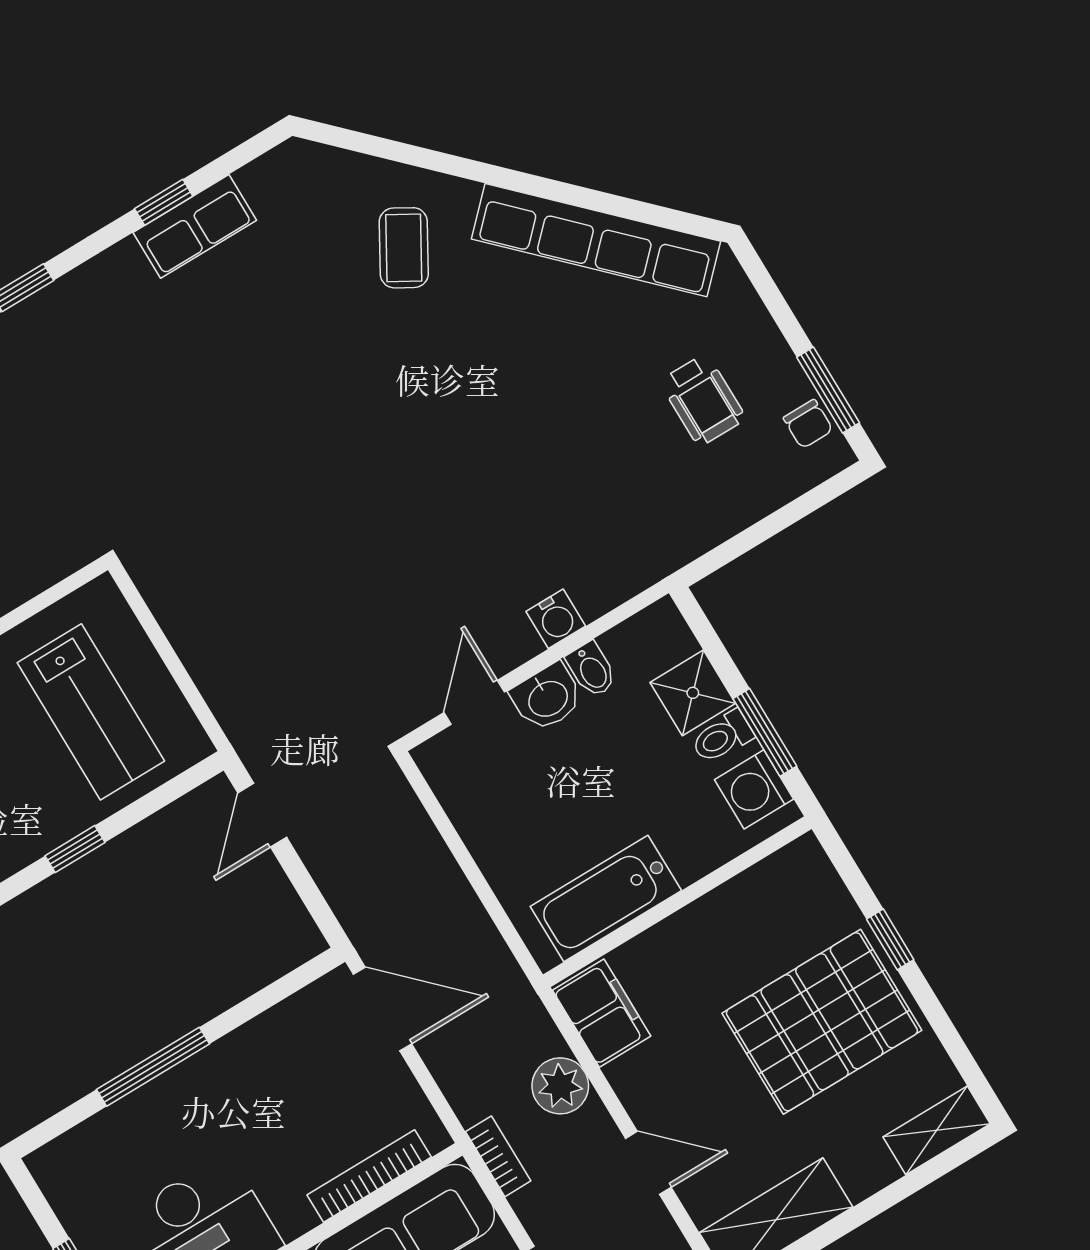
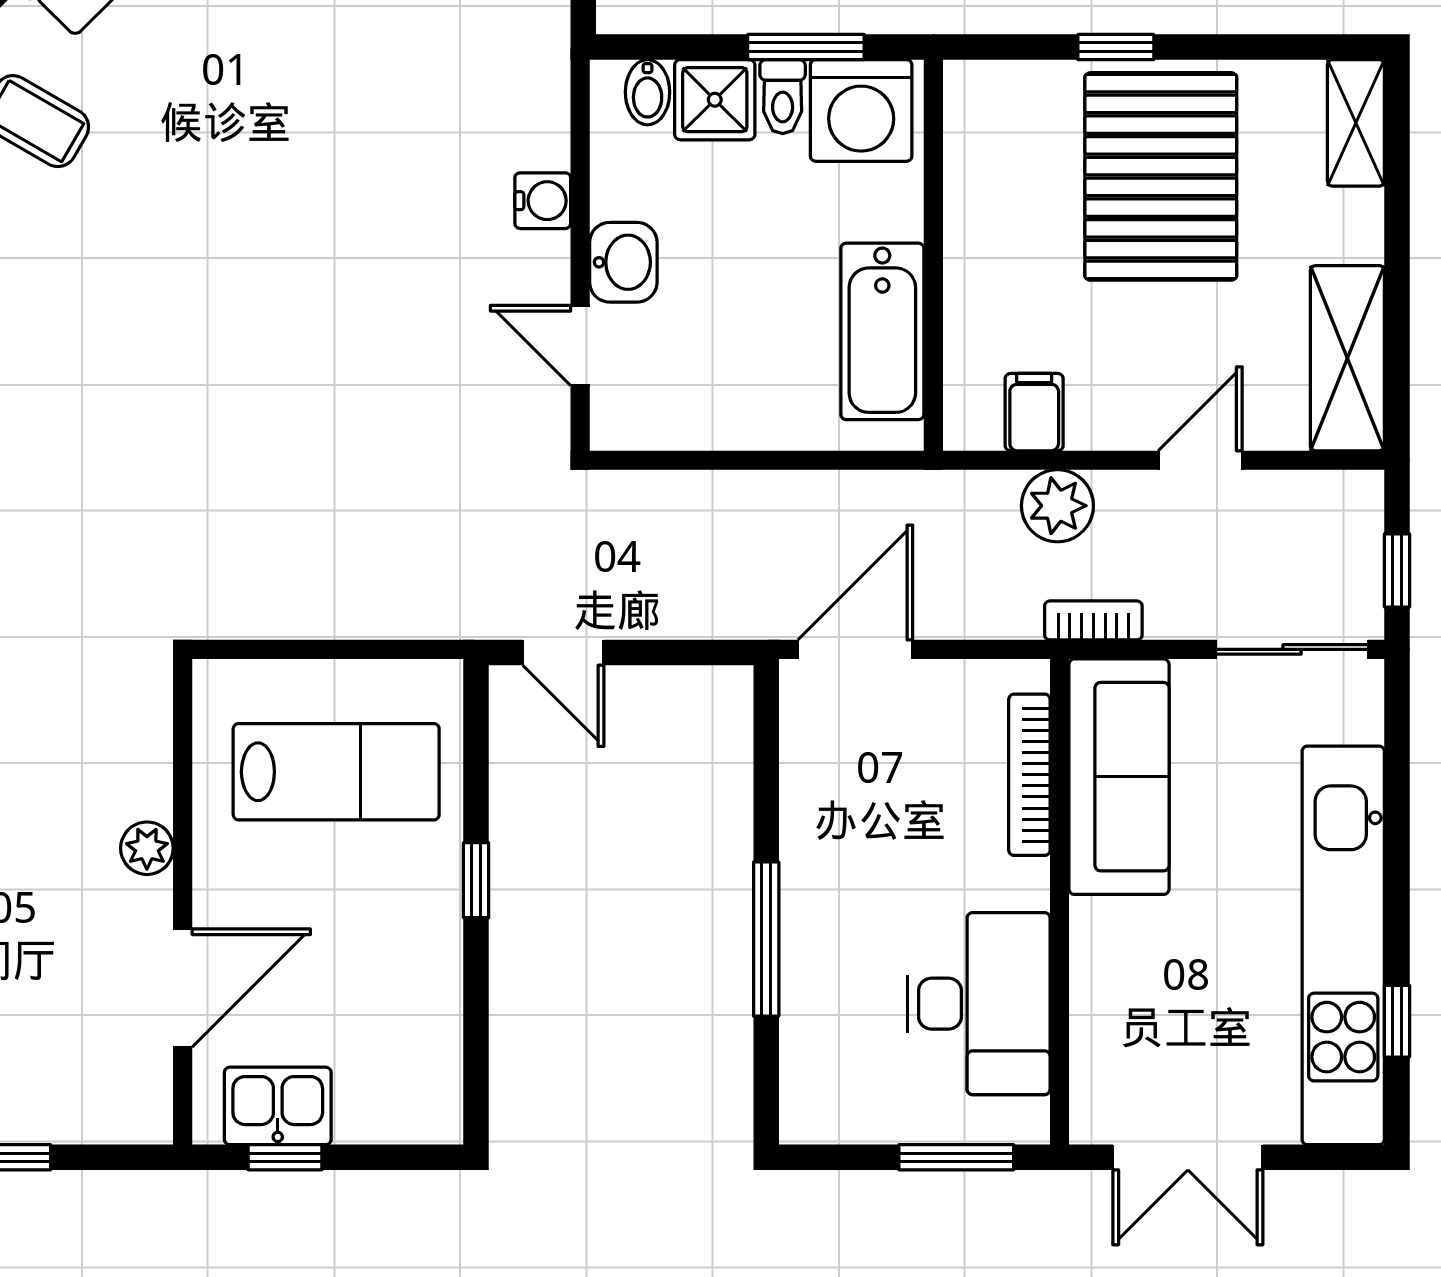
bidet: (592, 670) -> (648, 92), moved, turned 90
washing machine: (754, 789) -> (861, 110), width x1.37, depth x1.37
filing cabinet: (602, 1013) -> (1034, 412), width x0.50

